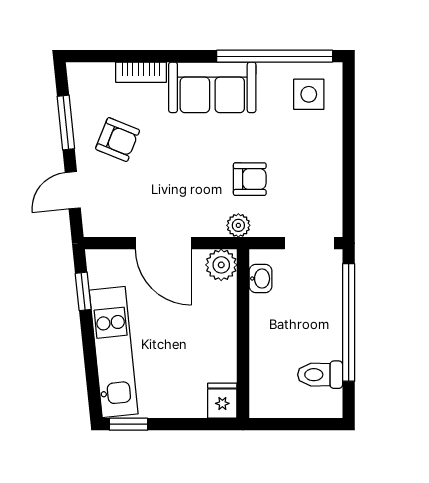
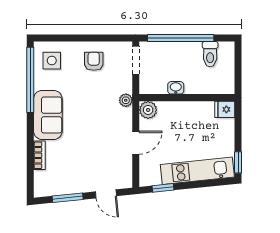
armchair: (118, 140) -> (77, 168), removed
armchair: (250, 179) -> (94, 61), moved
door: (163, 243) -> (136, 143), width x0.73
washbasin: (260, 279) -> (176, 88), moved

